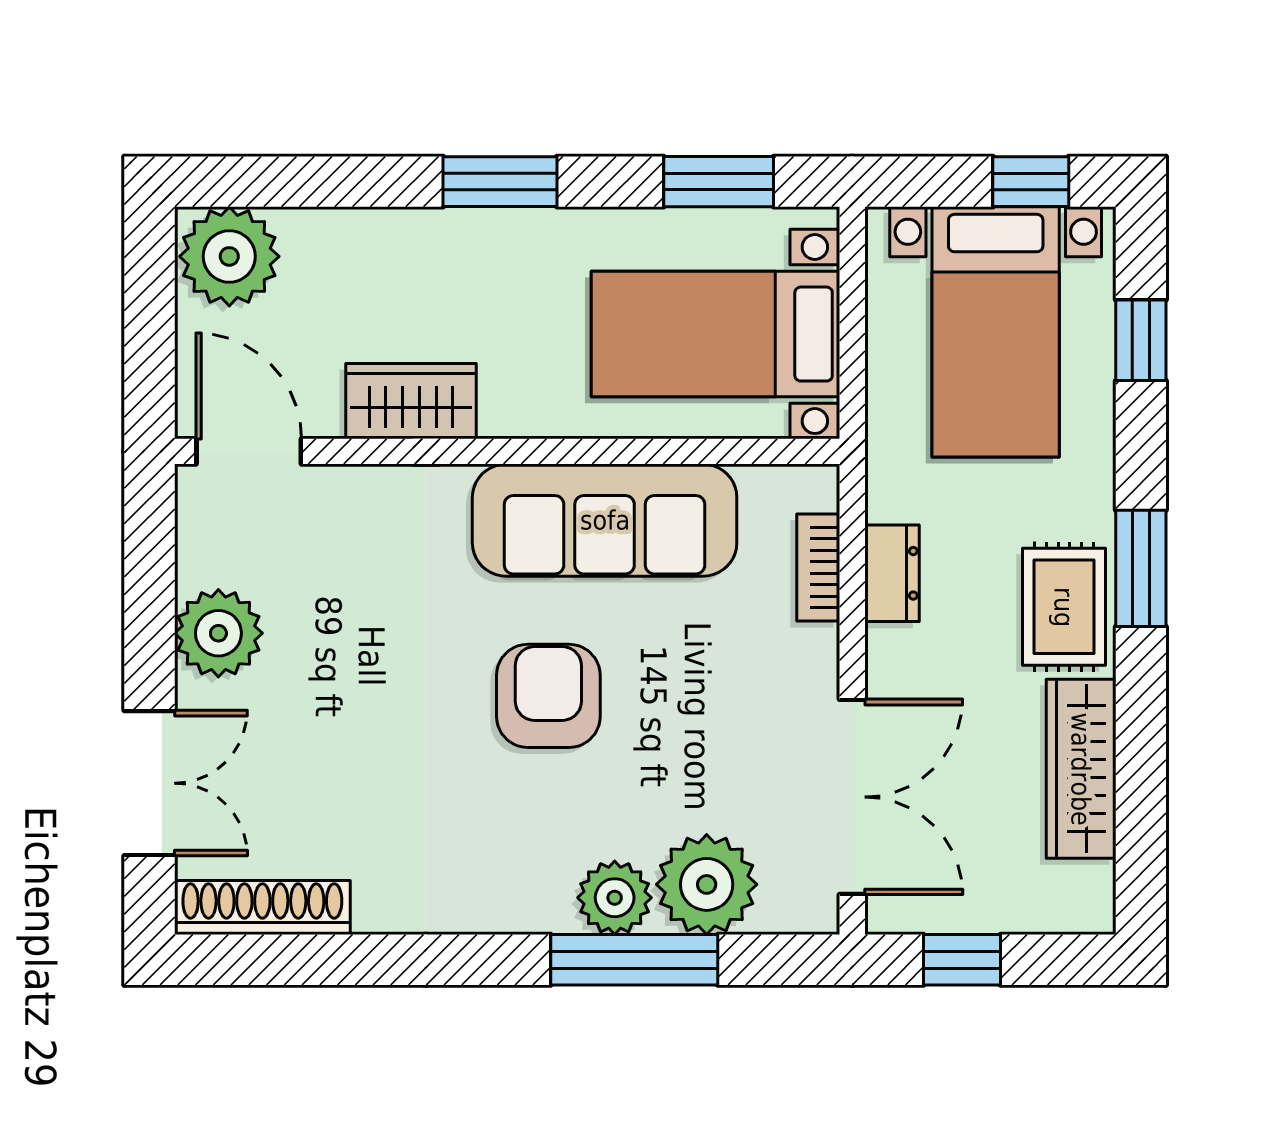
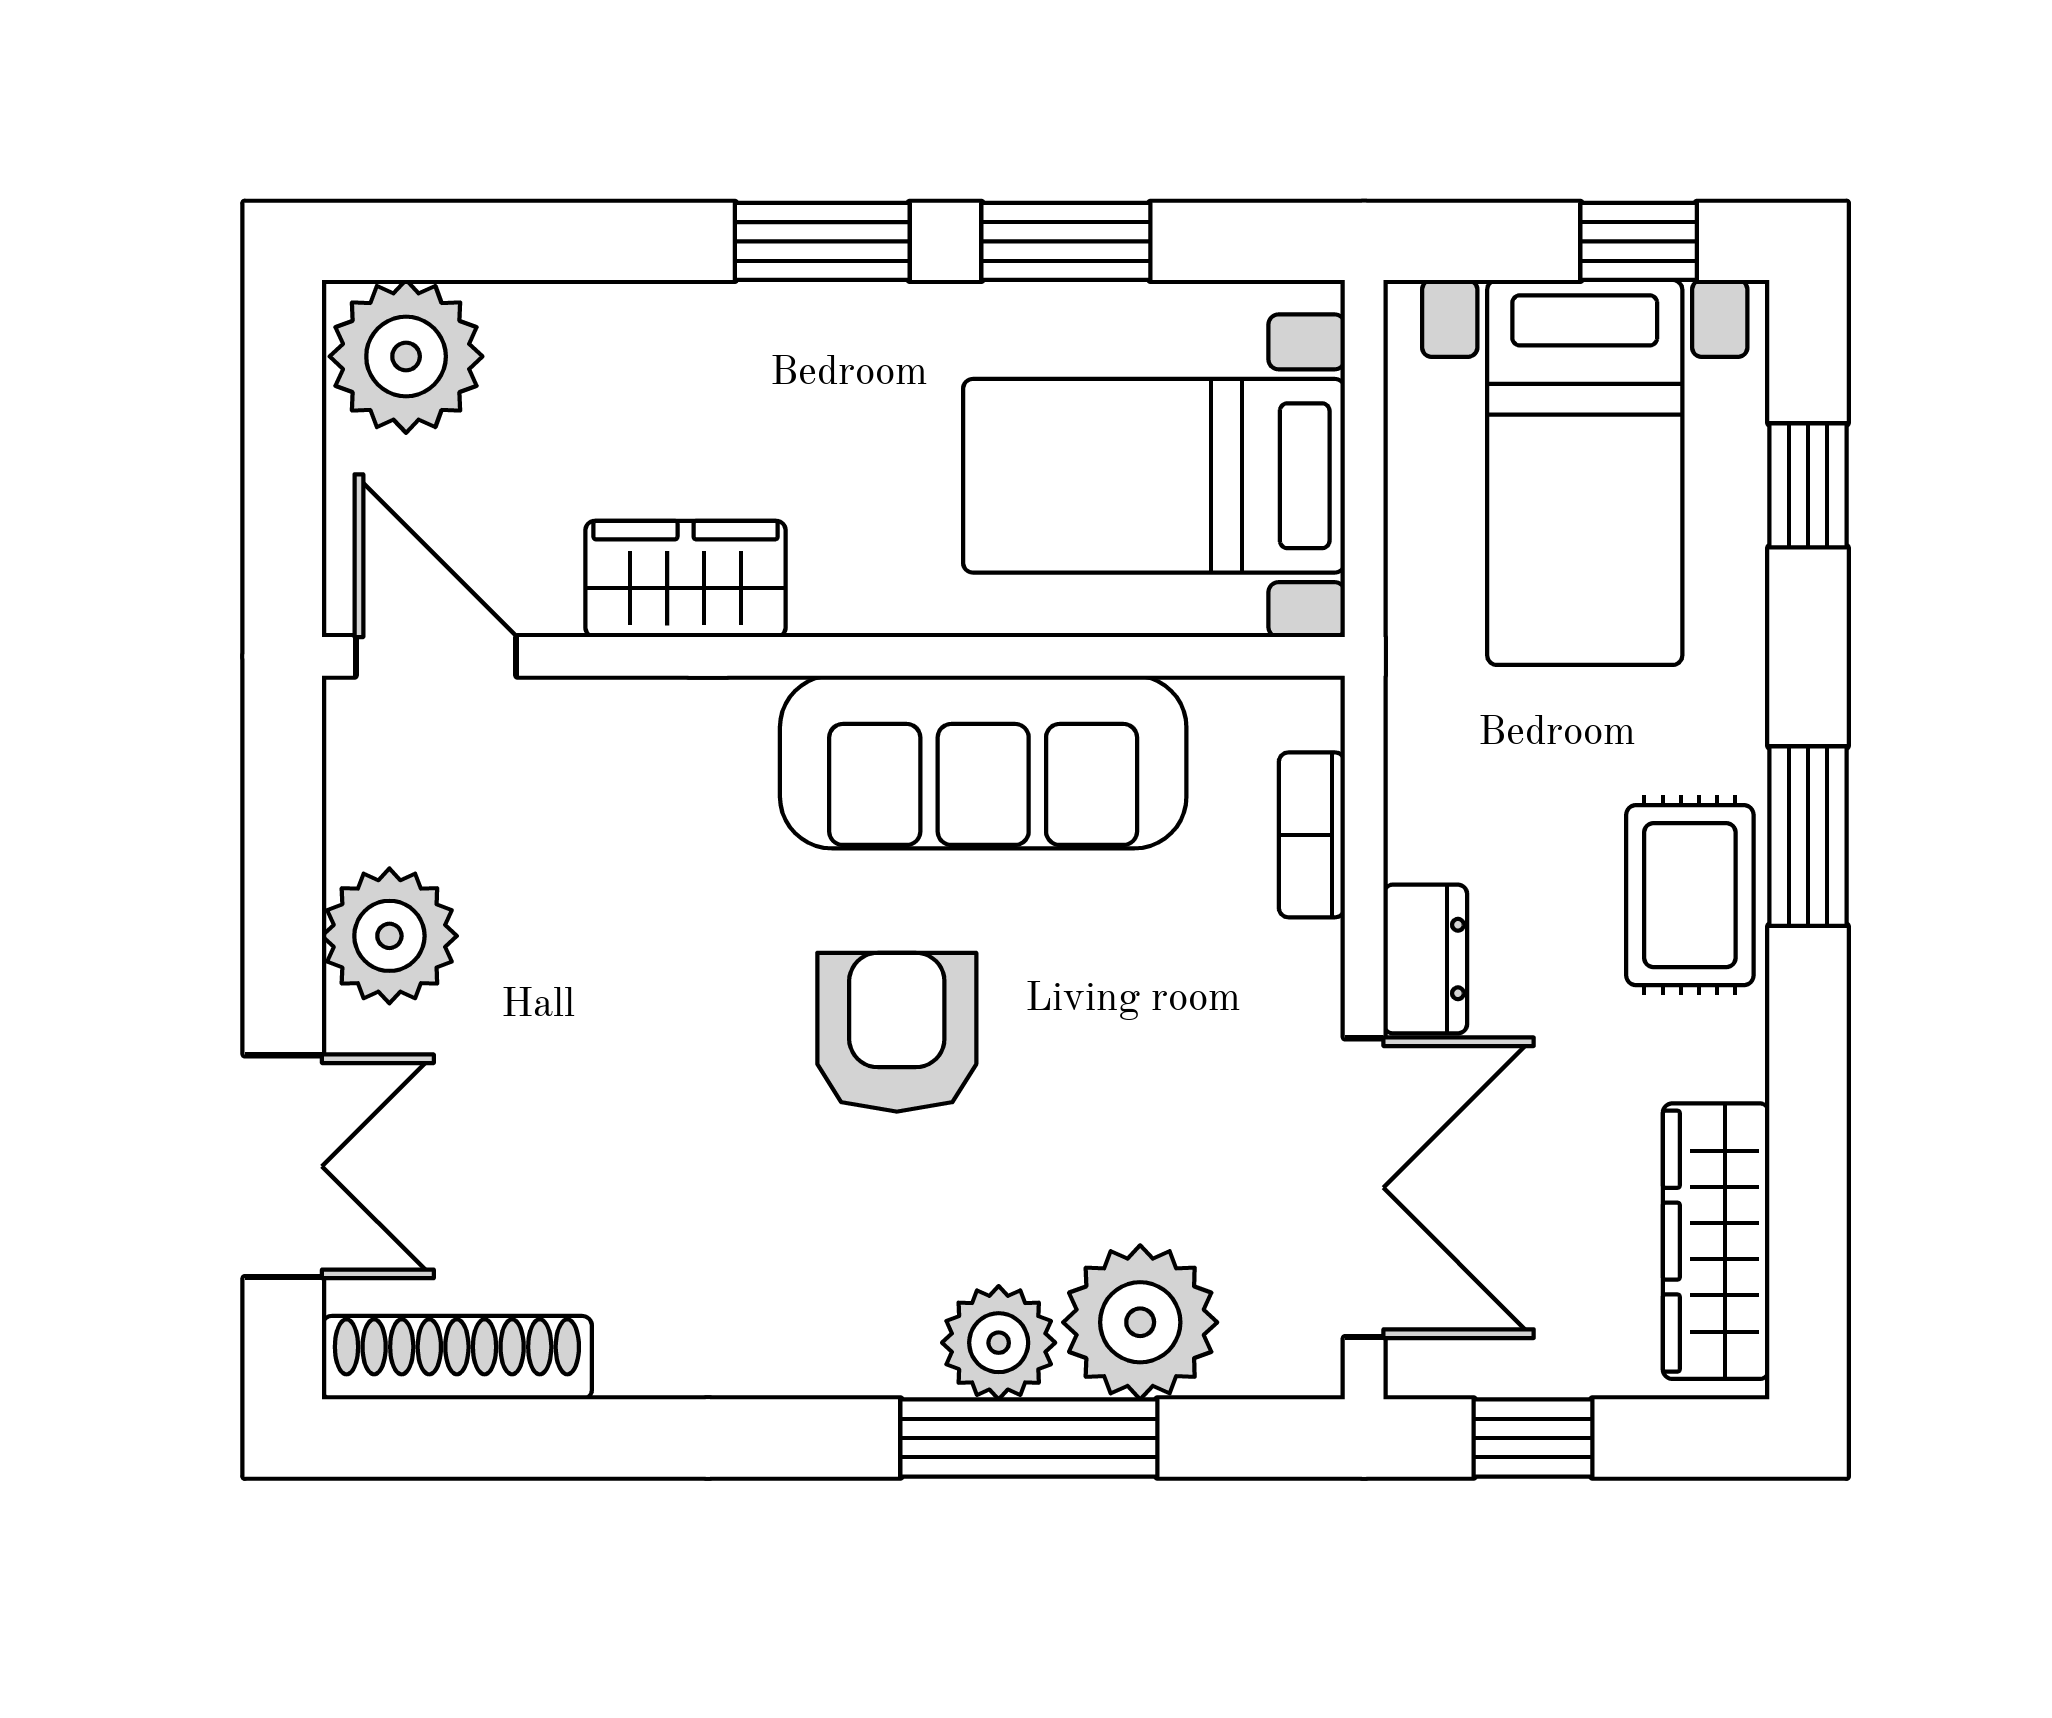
window: (719, 182) -> (1066, 241), moved
dresser: (892, 573) -> (1425, 959), moved
wardrobe: (1081, 769) -> (1716, 1241), moved

